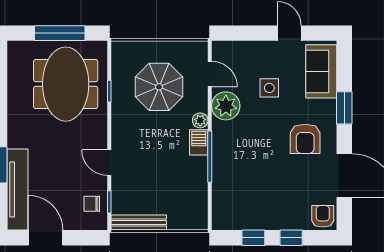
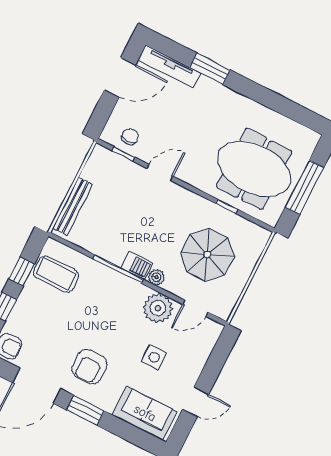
window: (344, 108) -> (85, 410), moved
armchair: (305, 139) -> (89, 367), turned -90
tv unit: (17, 190) -> (169, 67), width x0.73, depth x0.78
coffee table: (241, 207) -> (56, 274), added
bench: (139, 223) -> (73, 206), moved

